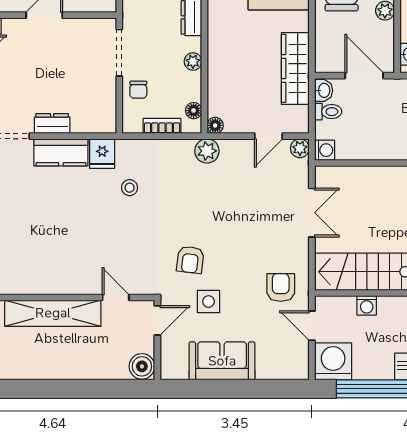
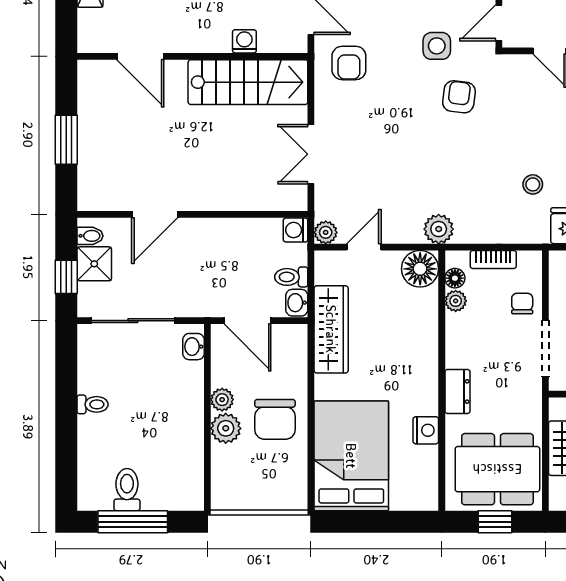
plant: (193, 62) -> (456, 301), moved
floor lamp: (215, 125) -> (420, 269), width x1.89, depth x1.89

